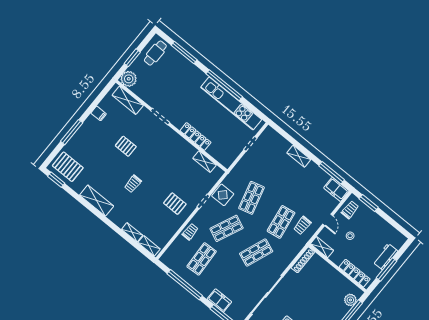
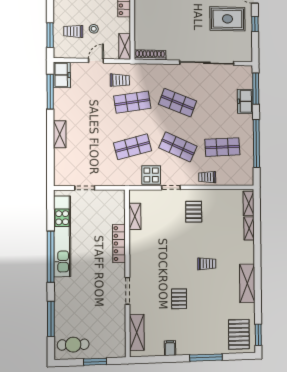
plant: (129, 79) -> (117, 348), removed
trolley: (350, 210) -> (73, 31), moved

